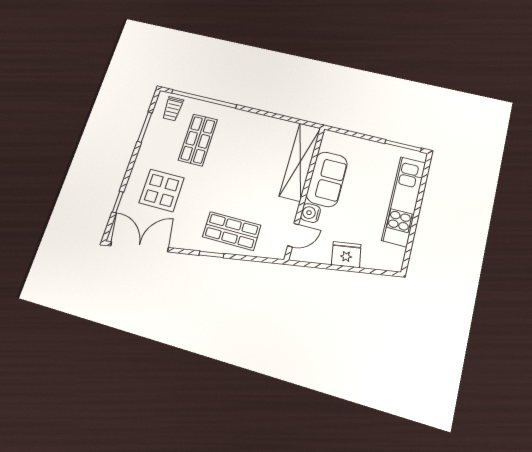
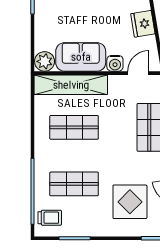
plant: (332, 142) -> (45, 61), added
shop shelf: (255, 154) -> (74, 127), added
door: (293, 235) -> (138, 73), hinge flipped

